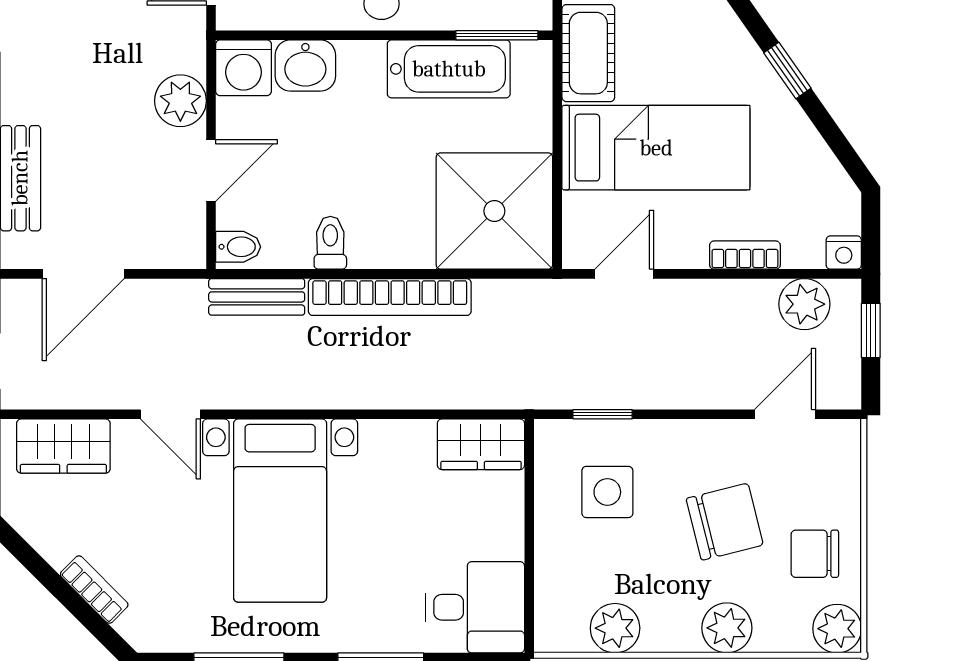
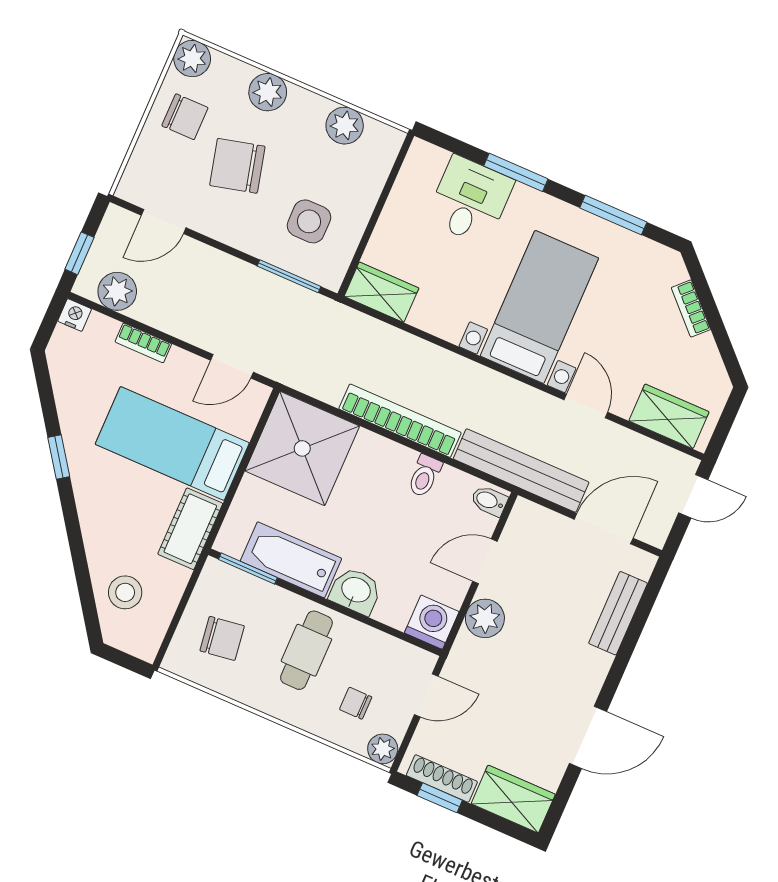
washbasin: (305, 66) -> (356, 591), moved
bench: (257, 297) -> (521, 471), width x1.86, depth x1.21
window: (603, 414) -> (289, 276), width x1.50
desk: (475, 607) -> (470, 200), moved, turned 90

